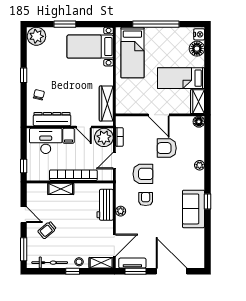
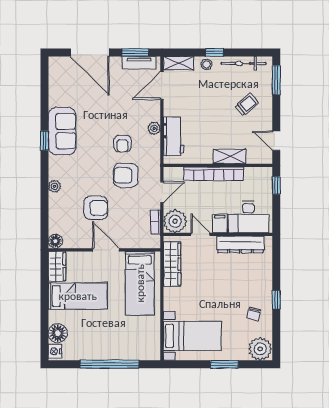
bed: (132, 53) -> (140, 283), moved, turned 180
chair: (39, 95) -> (254, 314), moved
door: (24, 215) -> (276, 141), moved

